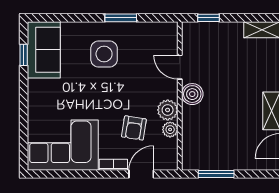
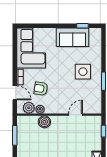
sofa: (44, 50) -> (73, 37), moved
boiler: (192, 94) -> (44, 122), moved
plant: (168, 110) -> (29, 108), moved

